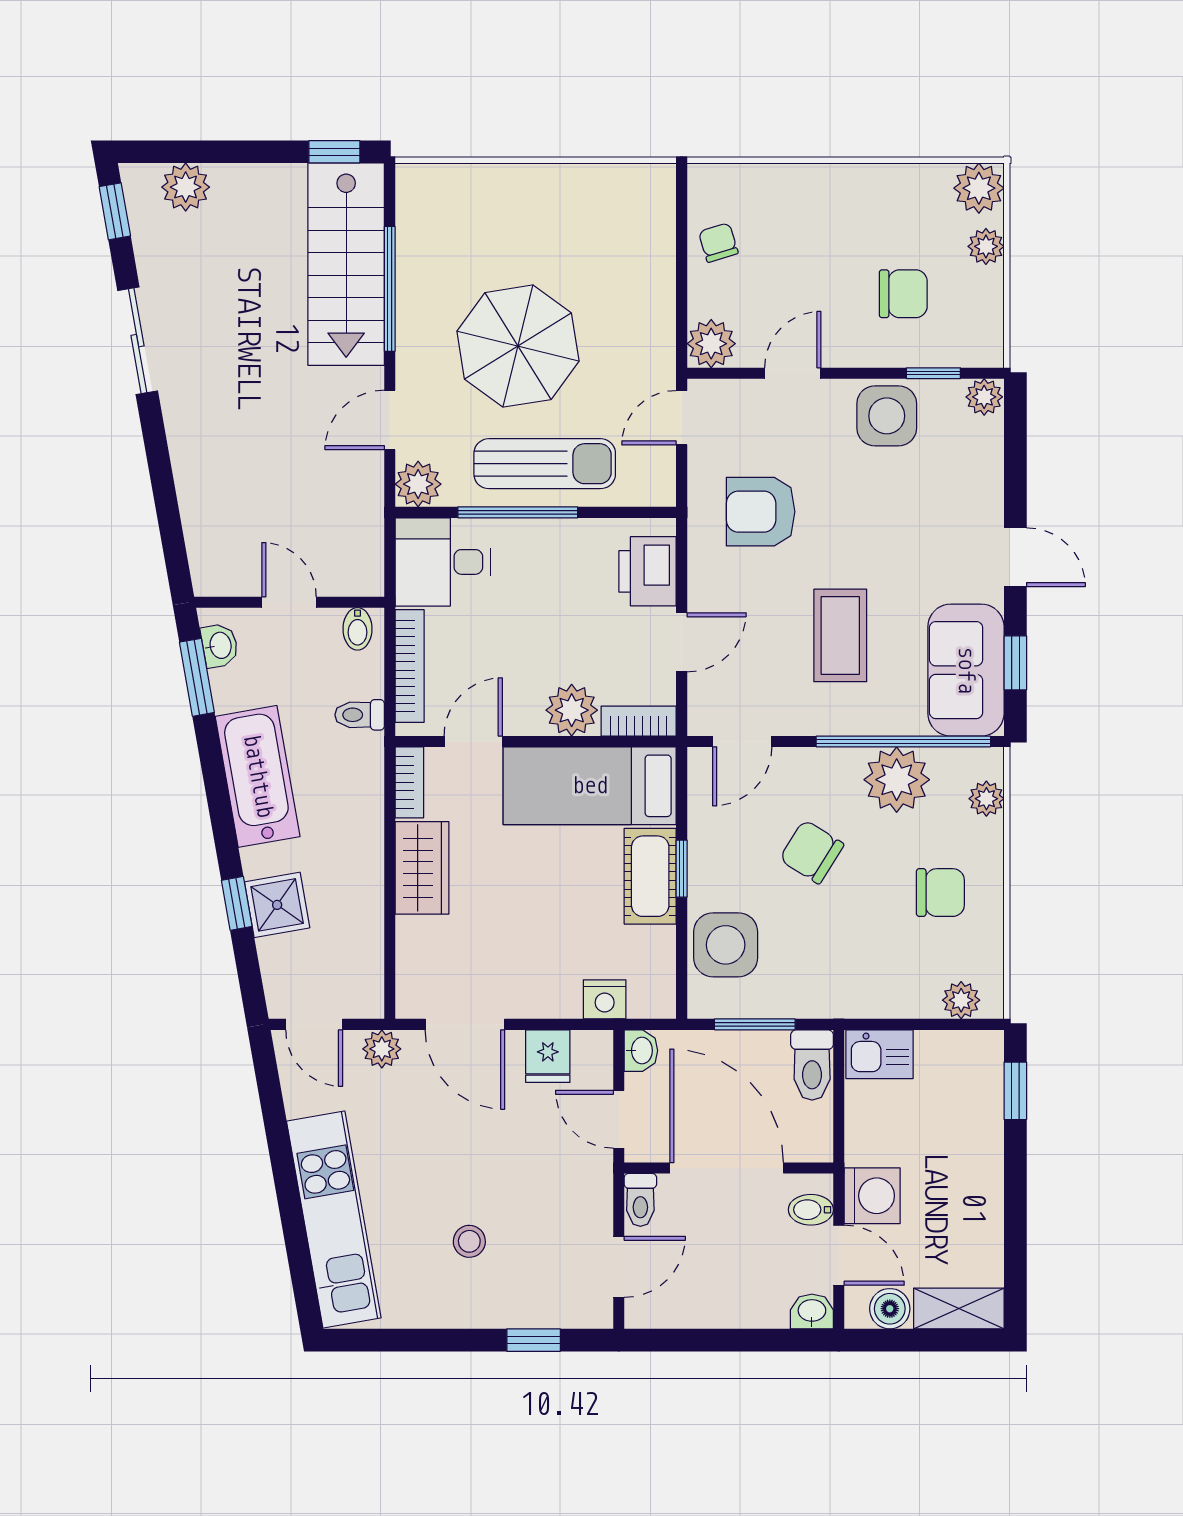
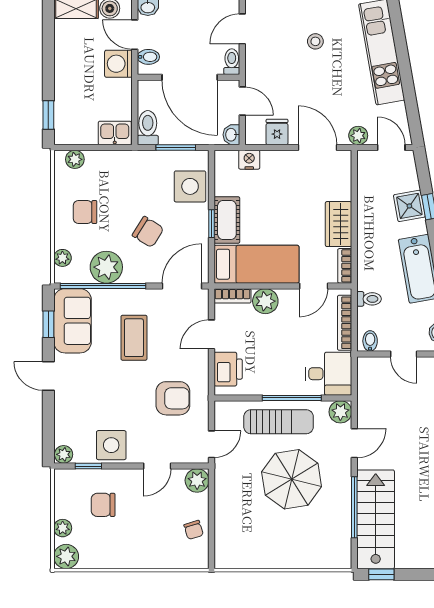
sun lounger: (545, 464) -> (279, 422), turned 180
door: (742, 741) -> (182, 286), width x1.38

